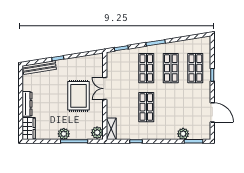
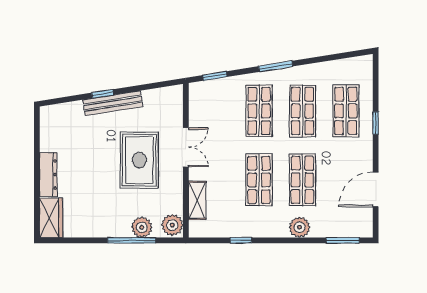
bench: (39, 67) -> (113, 103), moved
double door: (105, 89) -> (186, 147), swing flipped
shop shelf: (171, 107) -> (302, 180), added
door: (212, 112) -> (376, 189), swing flipped
shelving: (111, 129) -> (197, 200), moved
plant: (64, 134) -> (142, 227), moved
plant: (183, 134) -> (300, 227), moved

